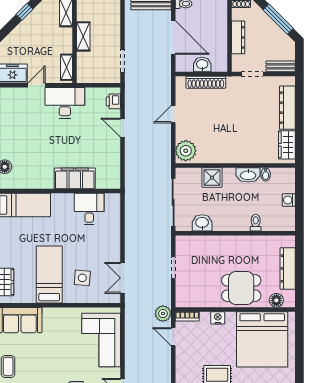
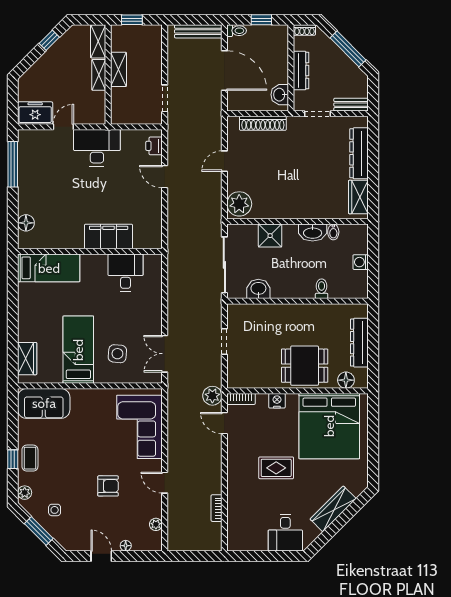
washbasin: (202, 65) -> (280, 95), moved, turned -90
shelving: (66, 67) -> (99, 75), moved

